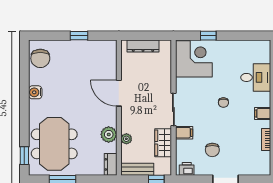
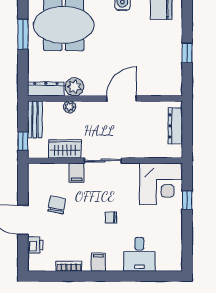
chair: (212, 150) -> (57, 205), turned 101
dresser: (111, 164) -> (46, 89), width x1.44
printer: (187, 169) -> (35, 245), moved

